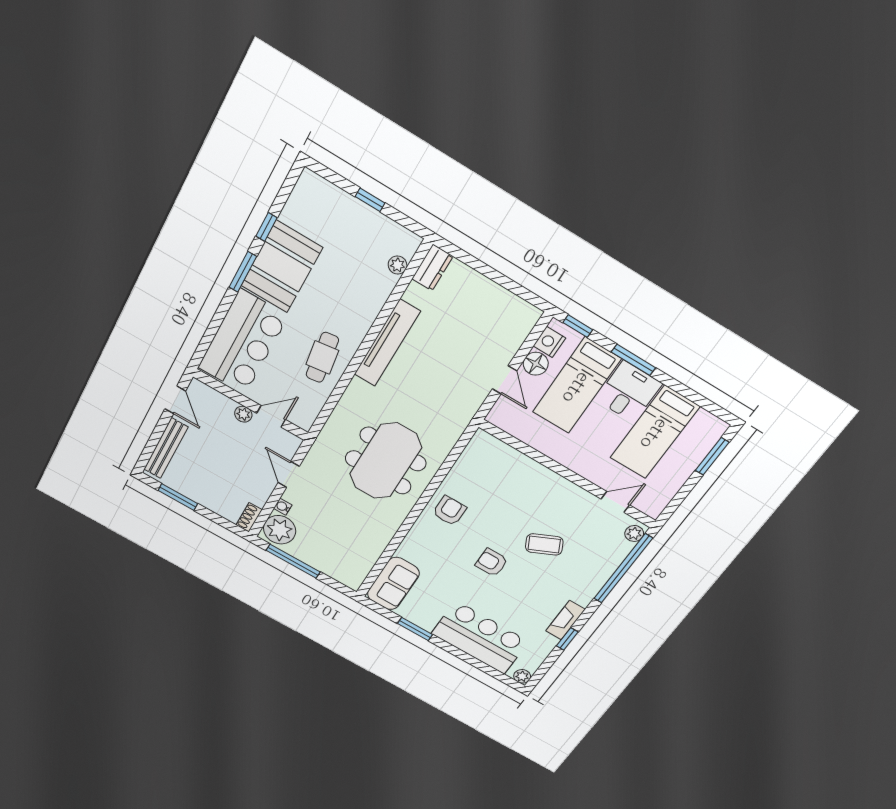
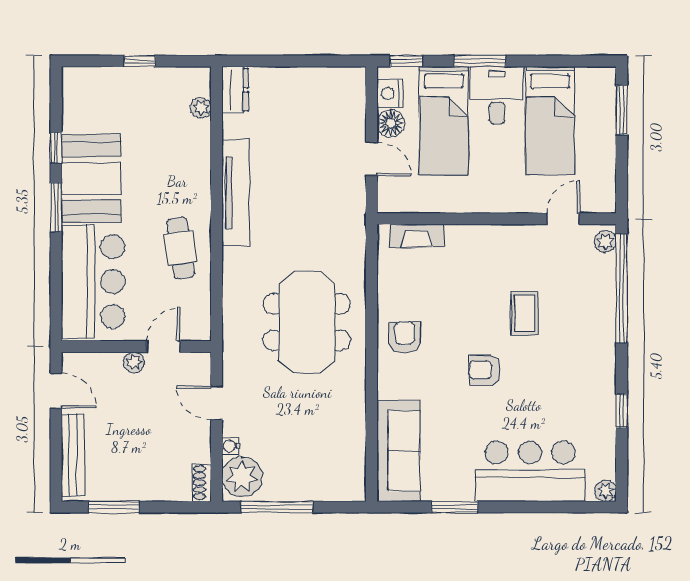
coffee table: (544, 544) -> (525, 313), turned -64
sofa: (393, 584) -> (398, 451), width x1.36
fireplace: (565, 620) -> (417, 236), moved, turned -90

